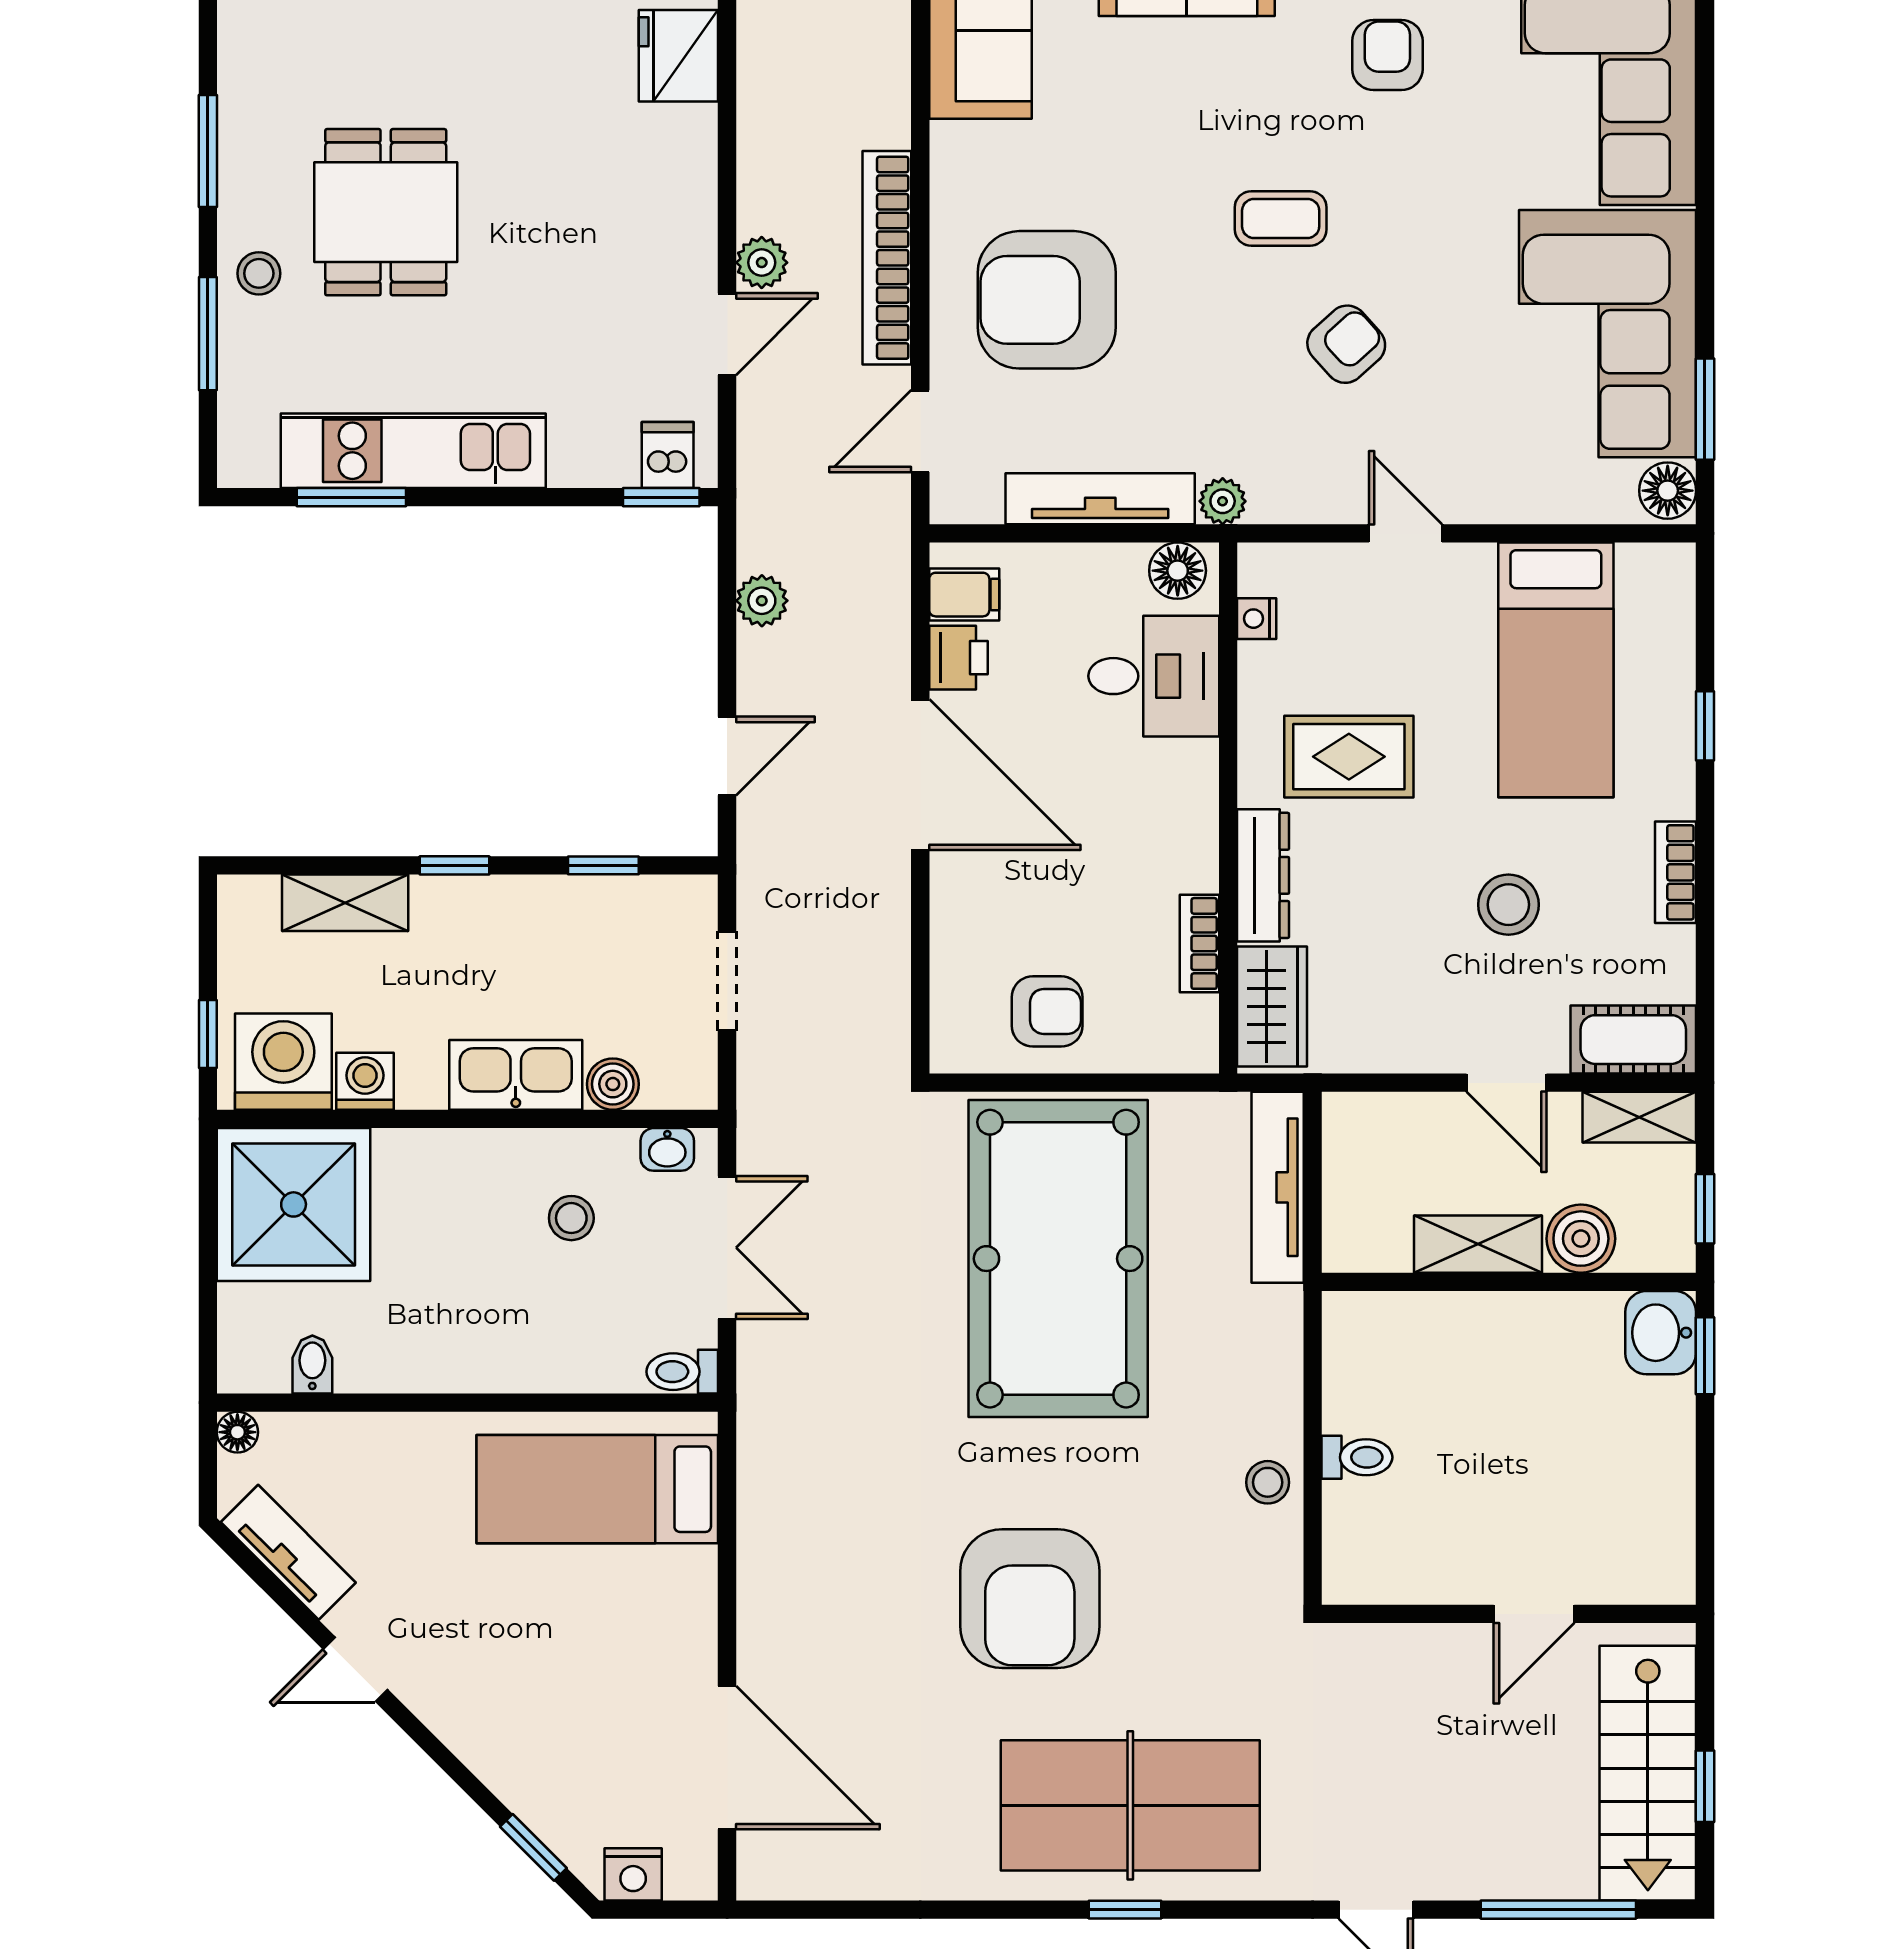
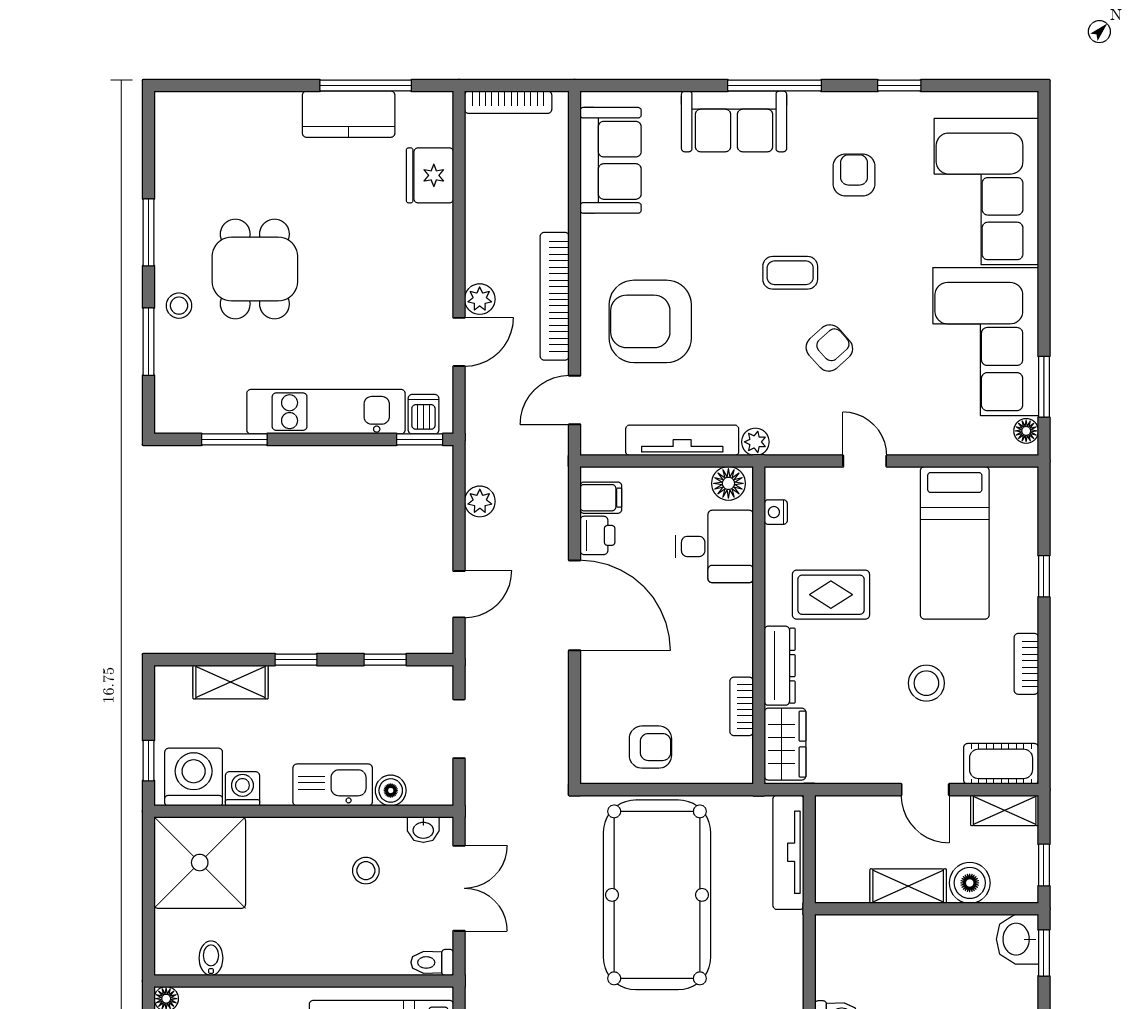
kitchen unit: (413, 451) -> (326, 412), moved
floor lamp: (1668, 491) -> (1026, 431), width x0.73, depth x0.73

